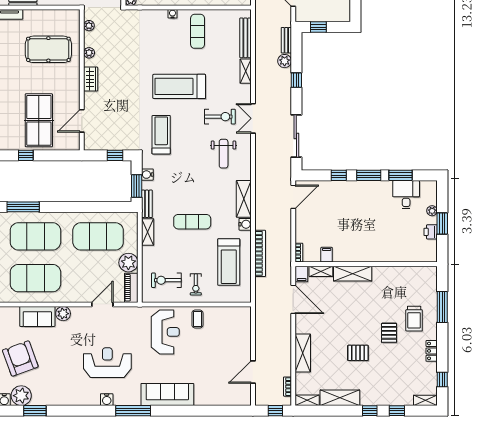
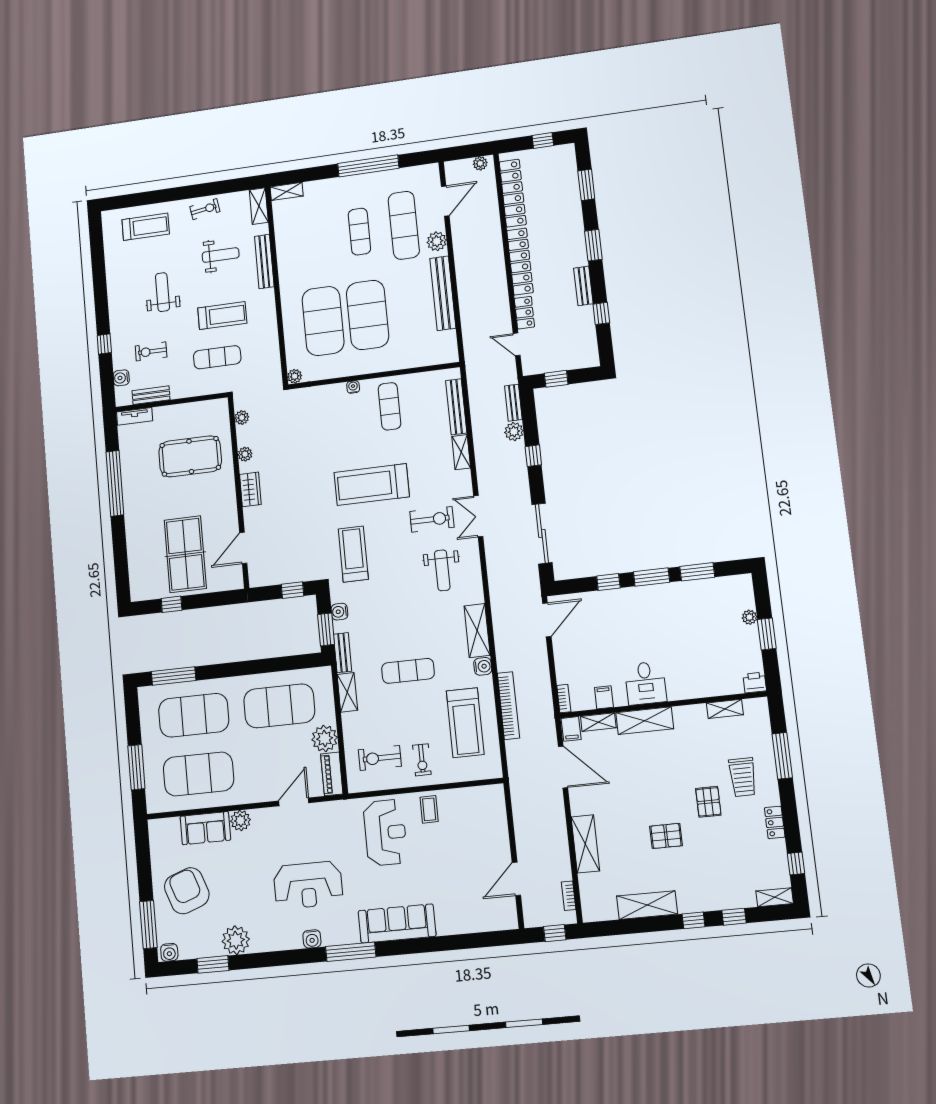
desk: (406, 195) -> (645, 683), moved, turned 180
printer: (431, 232) -> (755, 683), moved, turned 90
reception desk: (107, 363) -> (308, 885), turned 180
plant: (21, 396) -> (236, 940), moved
shelving: (307, 400) -> (725, 709), moved

